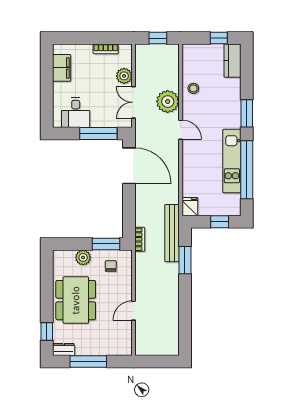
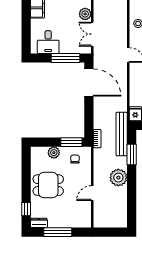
plant: (168, 101) -> (118, 178), moved
dining table: (76, 300) -> (48, 185), width x0.73

